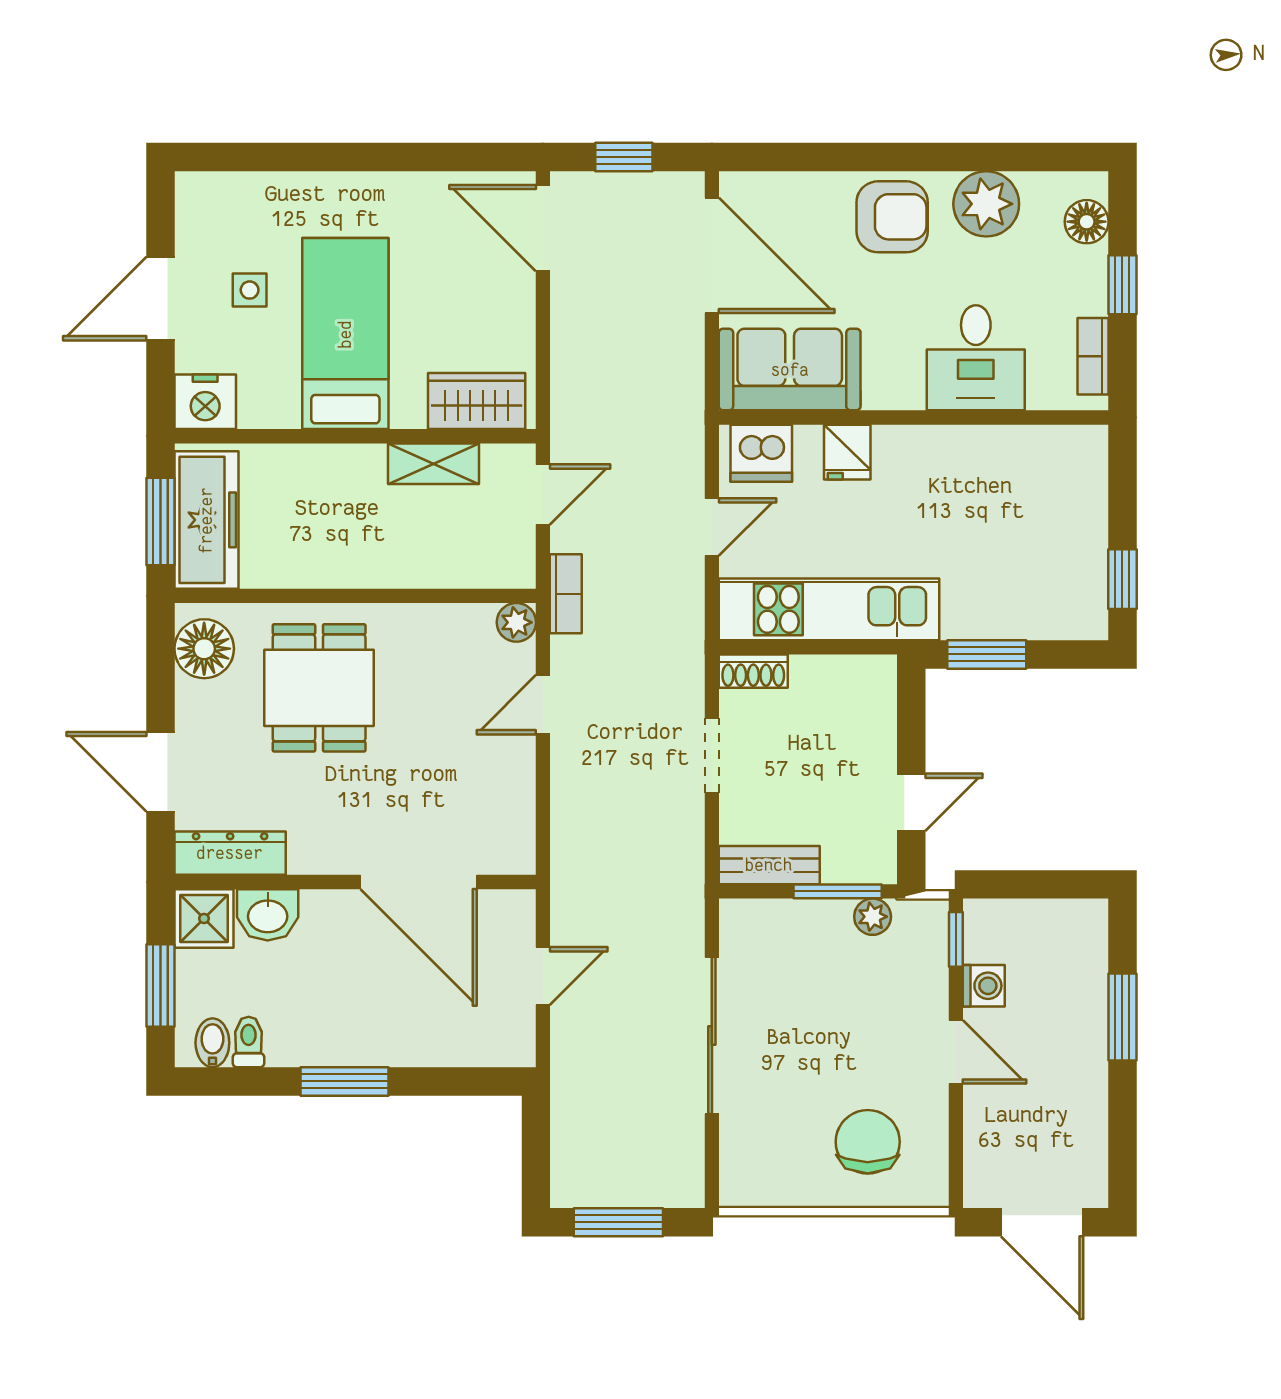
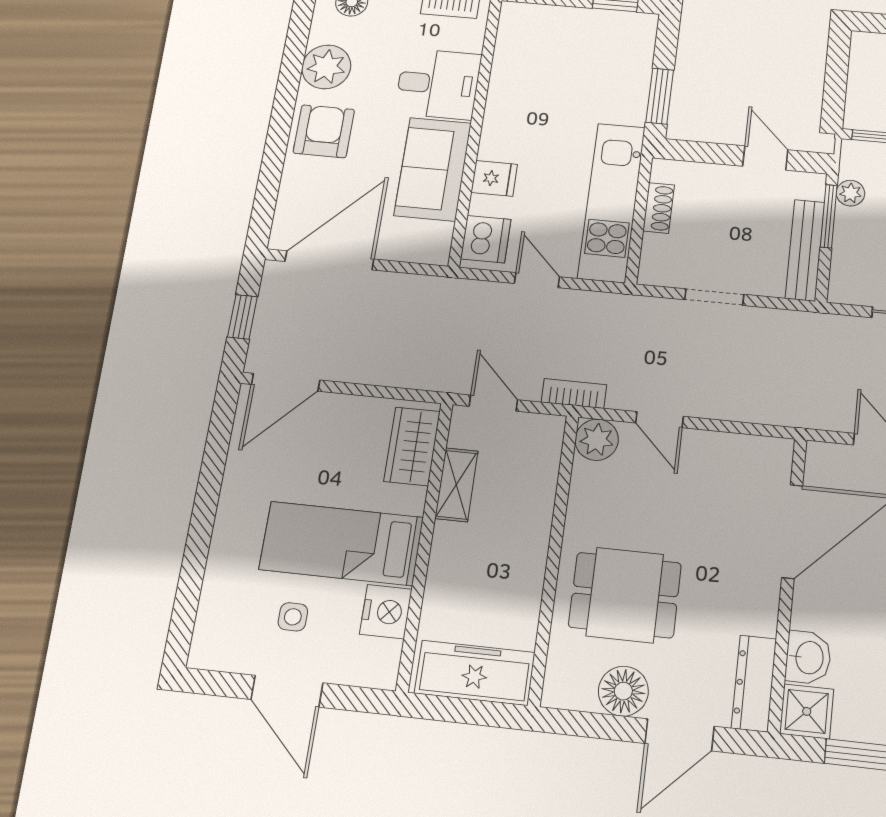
sofa: (790, 370) -> (433, 169), moved
nightstand: (205, 402) -> (386, 612), moved
window: (160, 522) -> (470, 712), removed
plant: (516, 622) -> (597, 440), width x1.38, depth x1.38
floor lamp: (204, 649) -> (623, 691), moved
shoe rack: (753, 671) -> (659, 208), moved
bench: (769, 865) -> (805, 250), width x1.36

